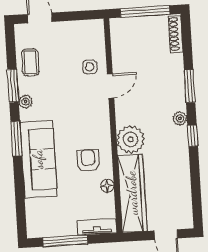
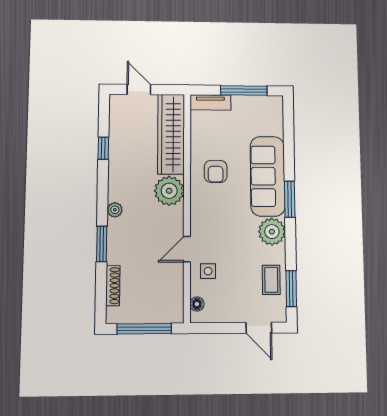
shoe rack: (176, 34) -> (113, 286), moved
window: (13, 86) -> (291, 289), moved
plant: (25, 101) -> (272, 232), width x1.87, depth x1.87
window: (193, 136) -> (103, 148), moved
floor lamp: (107, 186) -> (197, 304), moved

